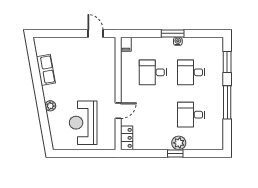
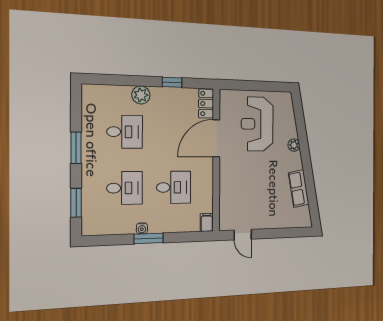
window: (227, 102) -> (76, 148), width x0.69
door: (118, 111) -> (216, 138), width x1.88
reception desk: (83, 123) -> (257, 124), turned 180
window: (175, 153) -> (172, 82), moved

